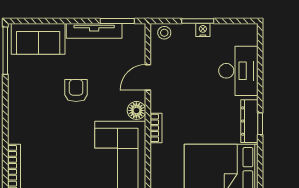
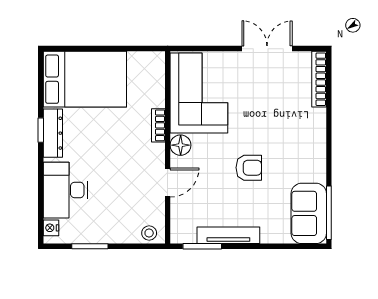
window: (198, 21) -> (90, 246), moved
nightstand: (203, 30) -> (51, 228), moved, turned 90
sofa: (38, 39) -> (309, 213), moved, turned -90
armchair: (76, 91) -> (249, 168), turned -90

